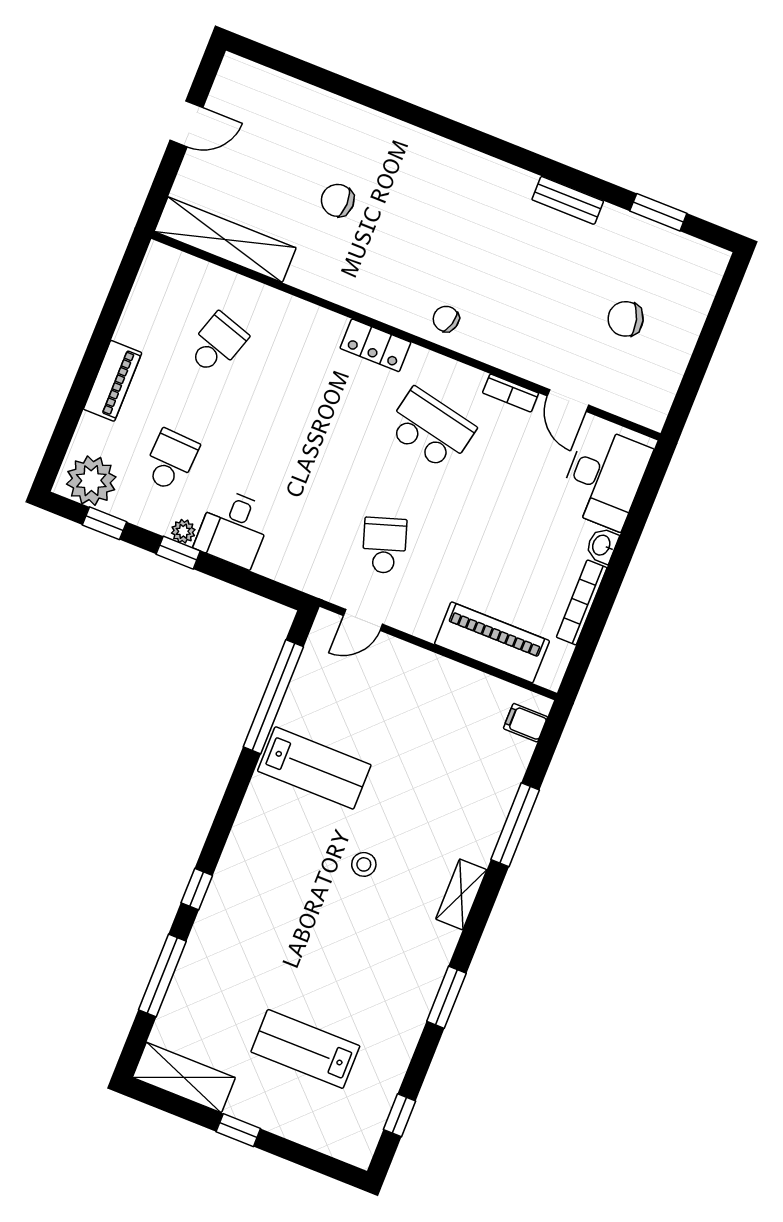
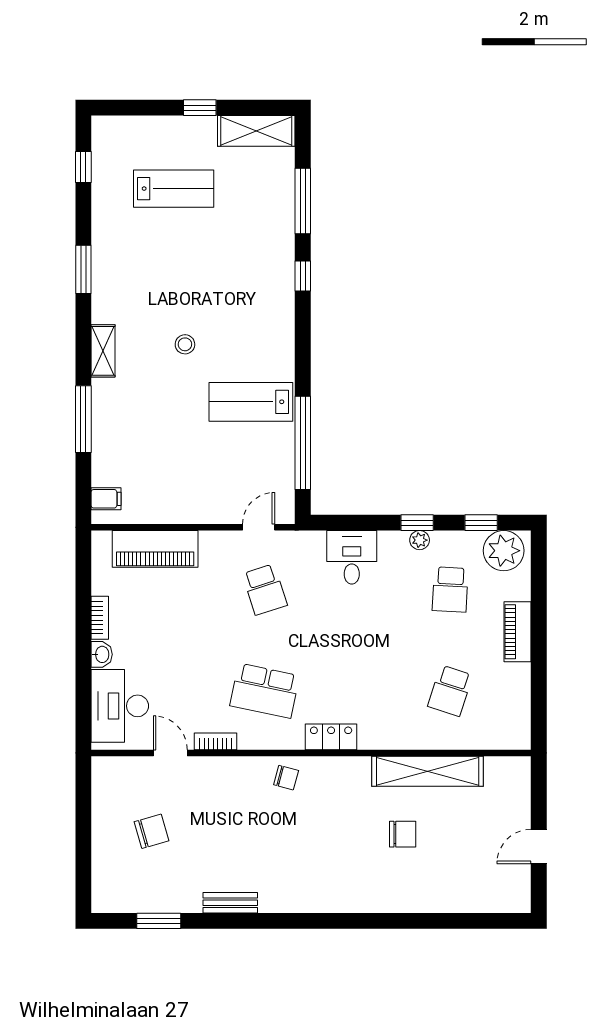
shelving: (225, 240) -> (428, 771), moved
desk: (233, 528) -> (352, 557), moved
bookcase: (582, 602) -> (100, 618), width x0.64

